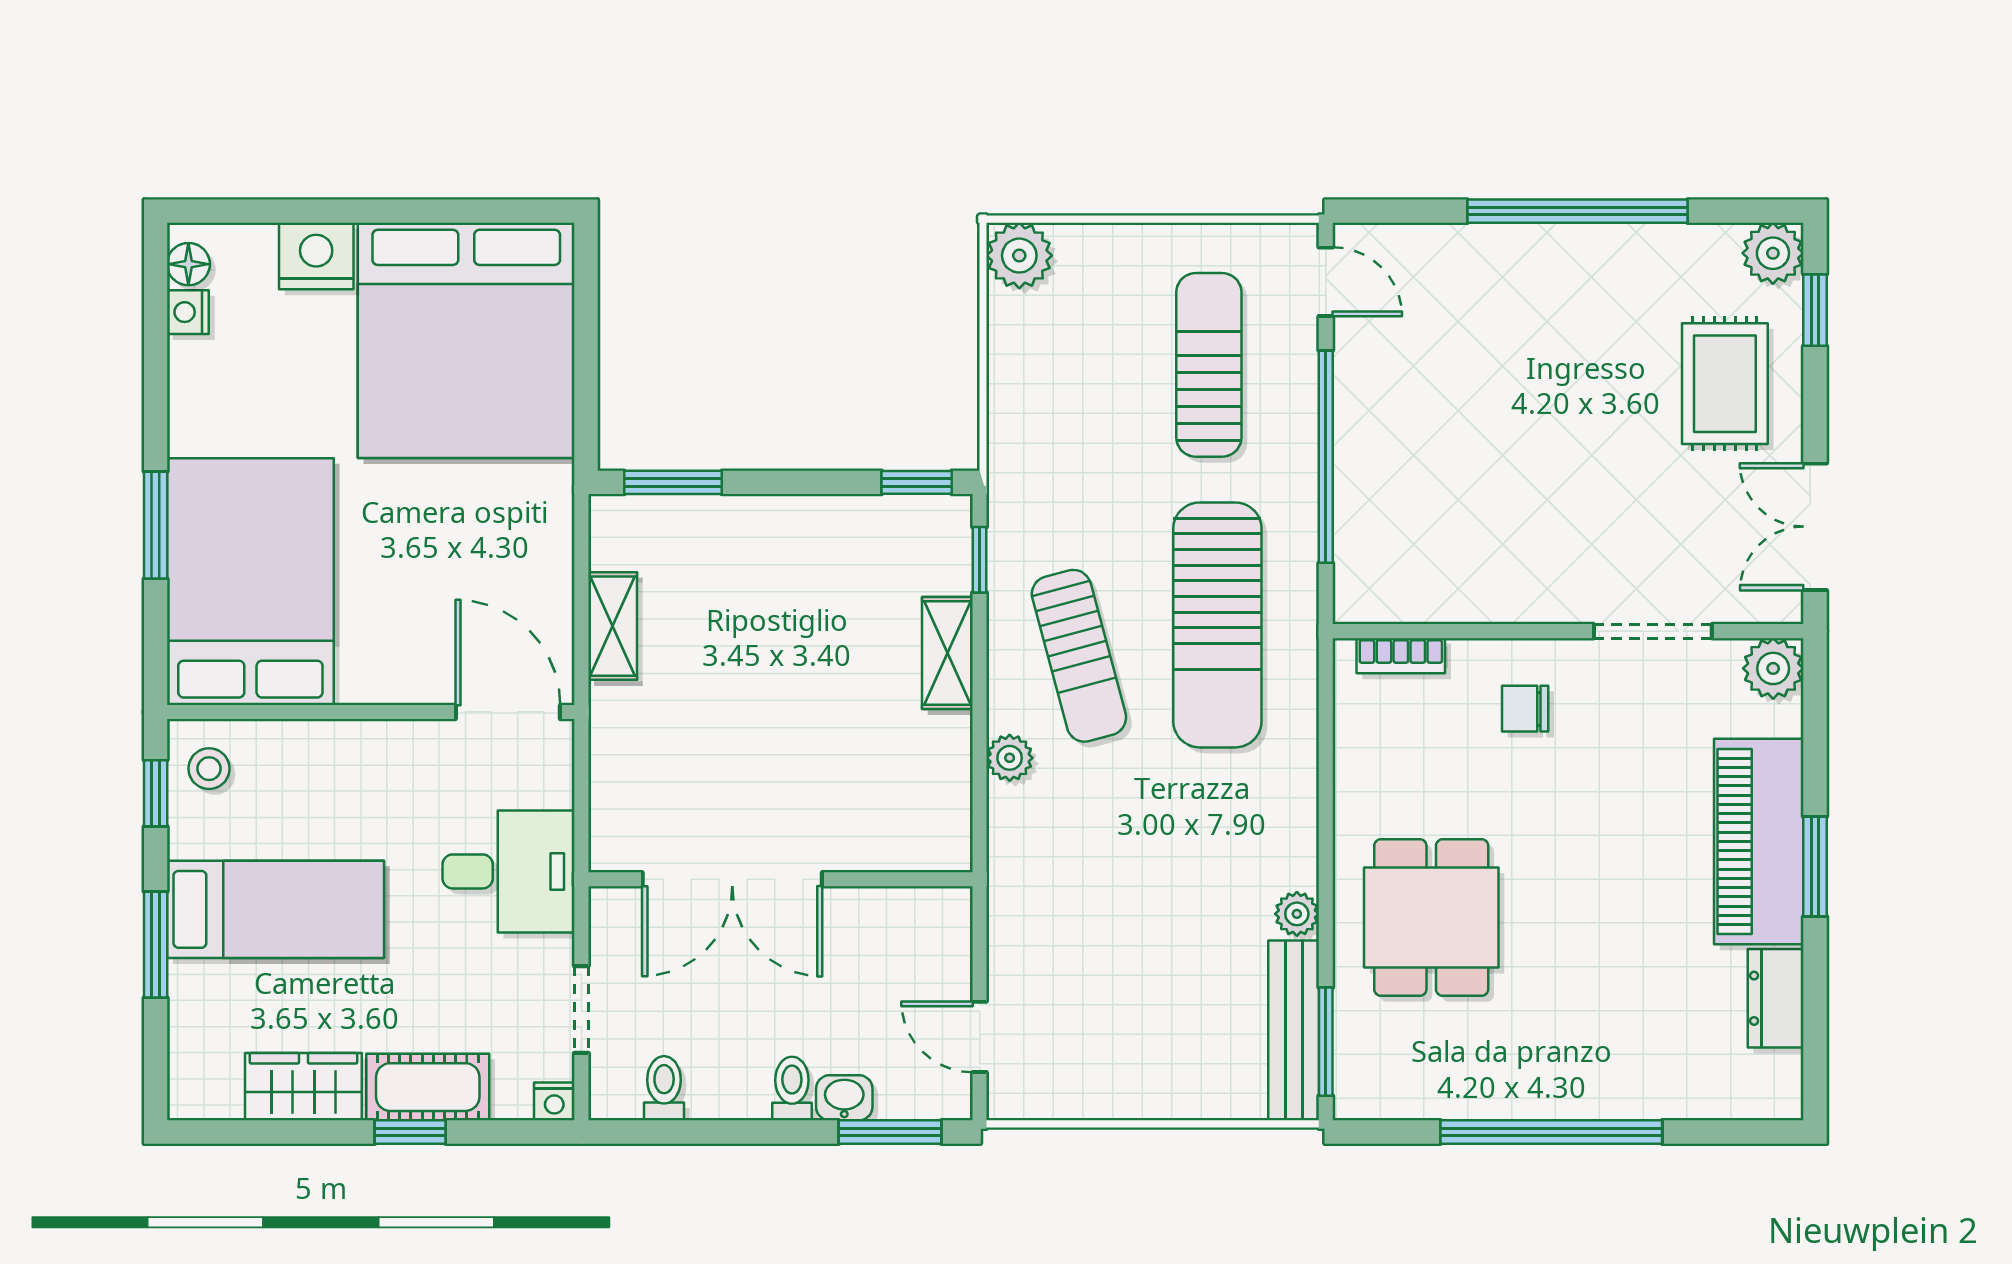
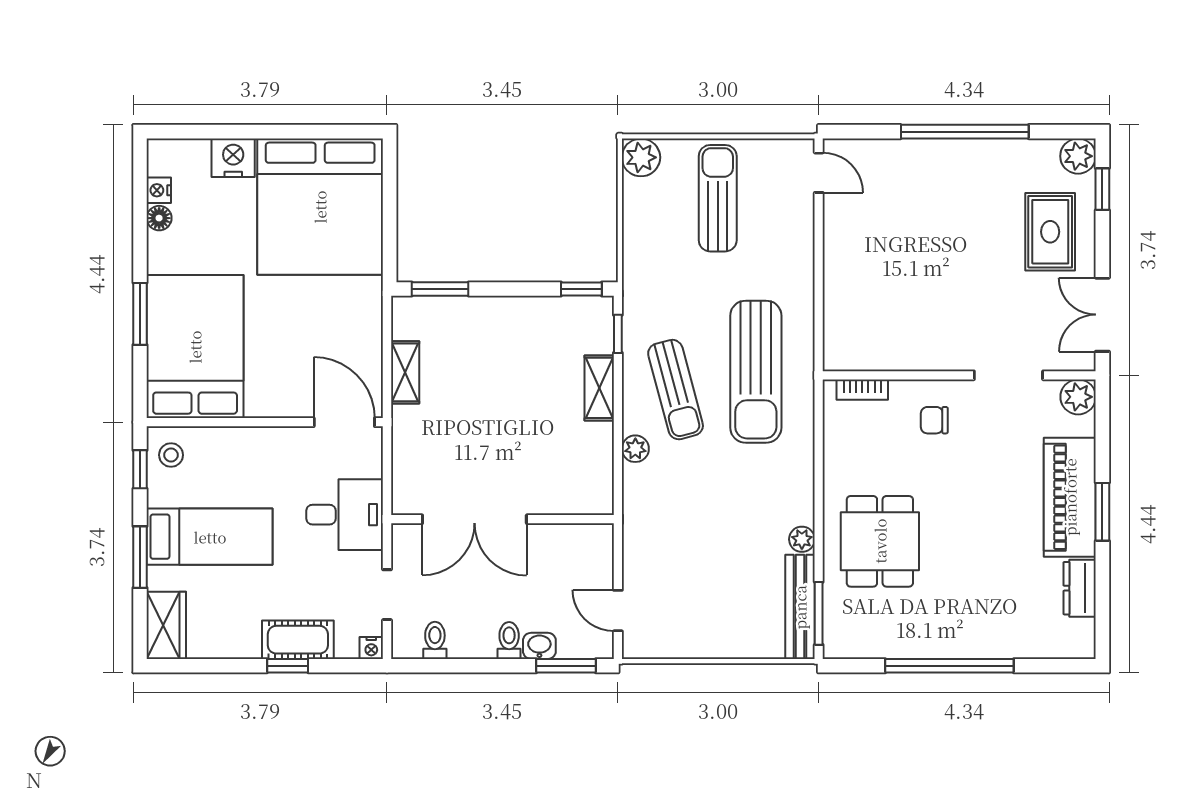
floor lamp: (188, 264) -> (159, 218), moved
sun lounger: (1209, 365) -> (718, 198), moved
window: (1326, 457) -> (819, 274), removed
wardrobe: (303, 1087) -> (166, 625), moved, turned 90

